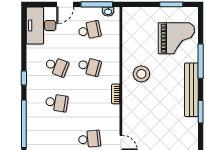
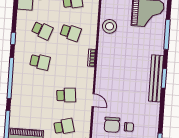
stool: (141, 74) -> (110, 26), moved
bench: (191, 90) -> (156, 78), moved

